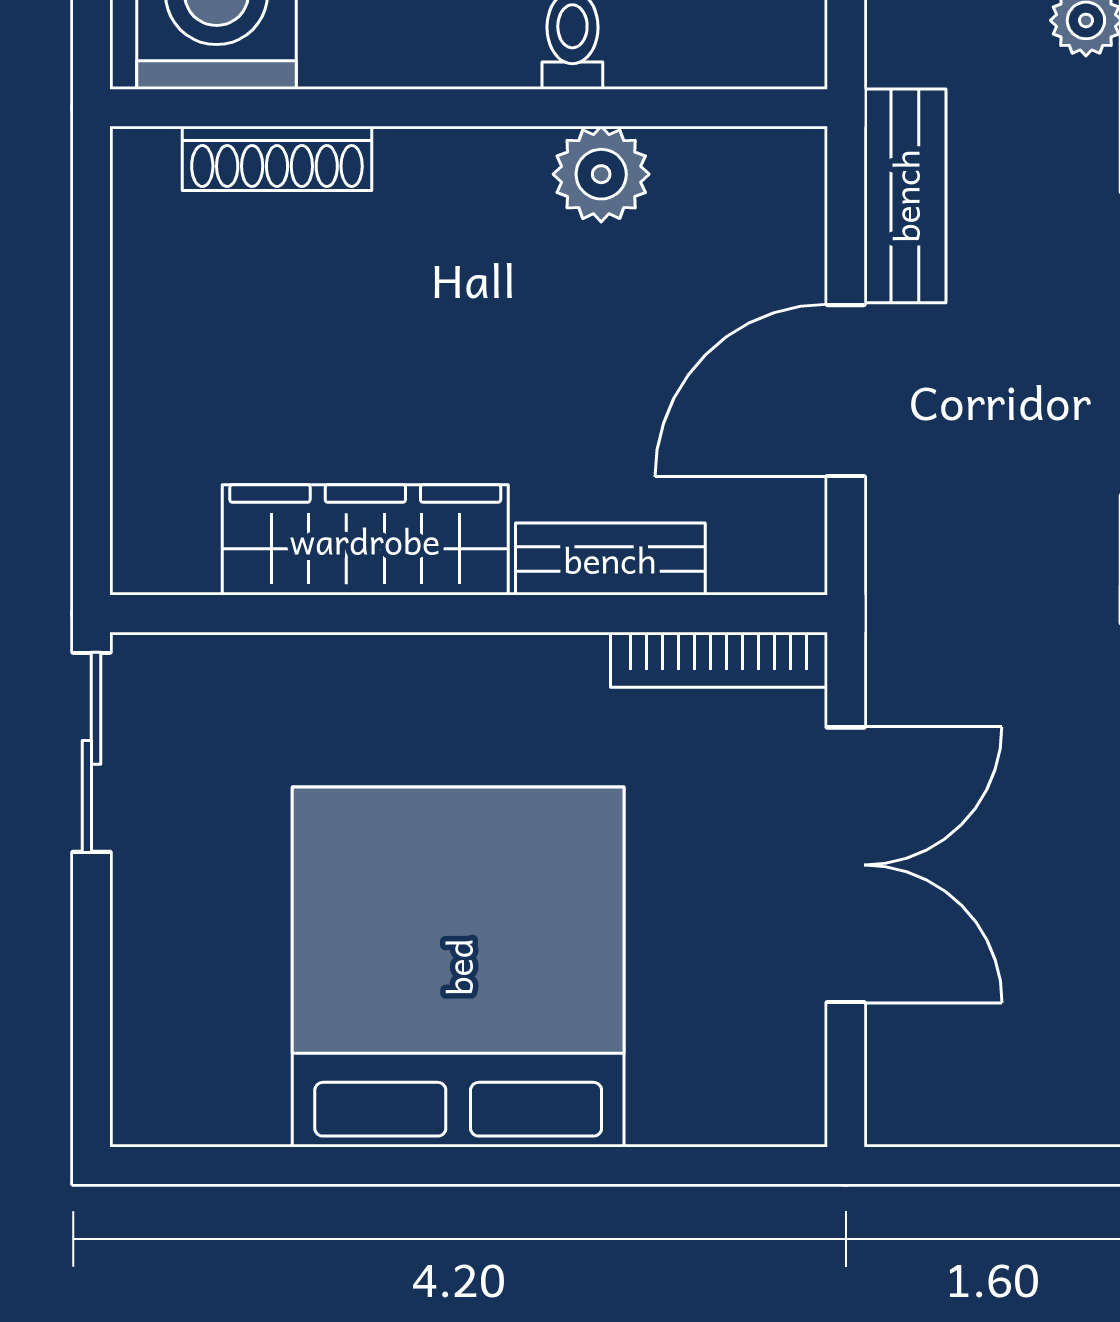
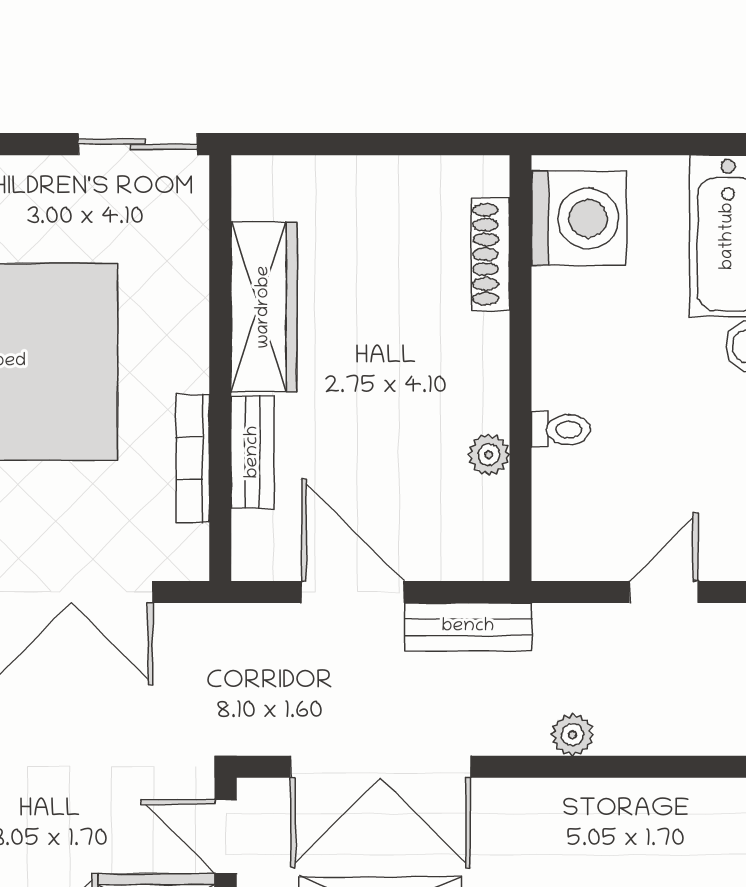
plant: (601, 174) -> (489, 455), width x0.73, depth x0.73
bookcase: (719, 660) -> (193, 458), moved

